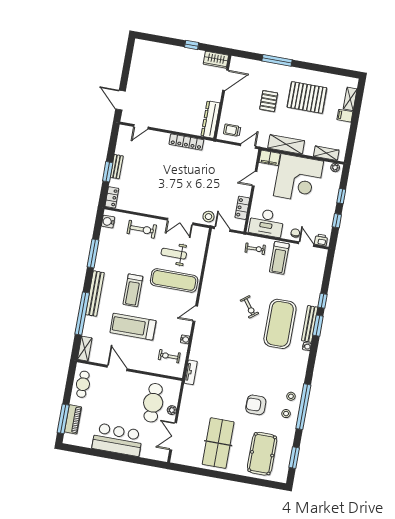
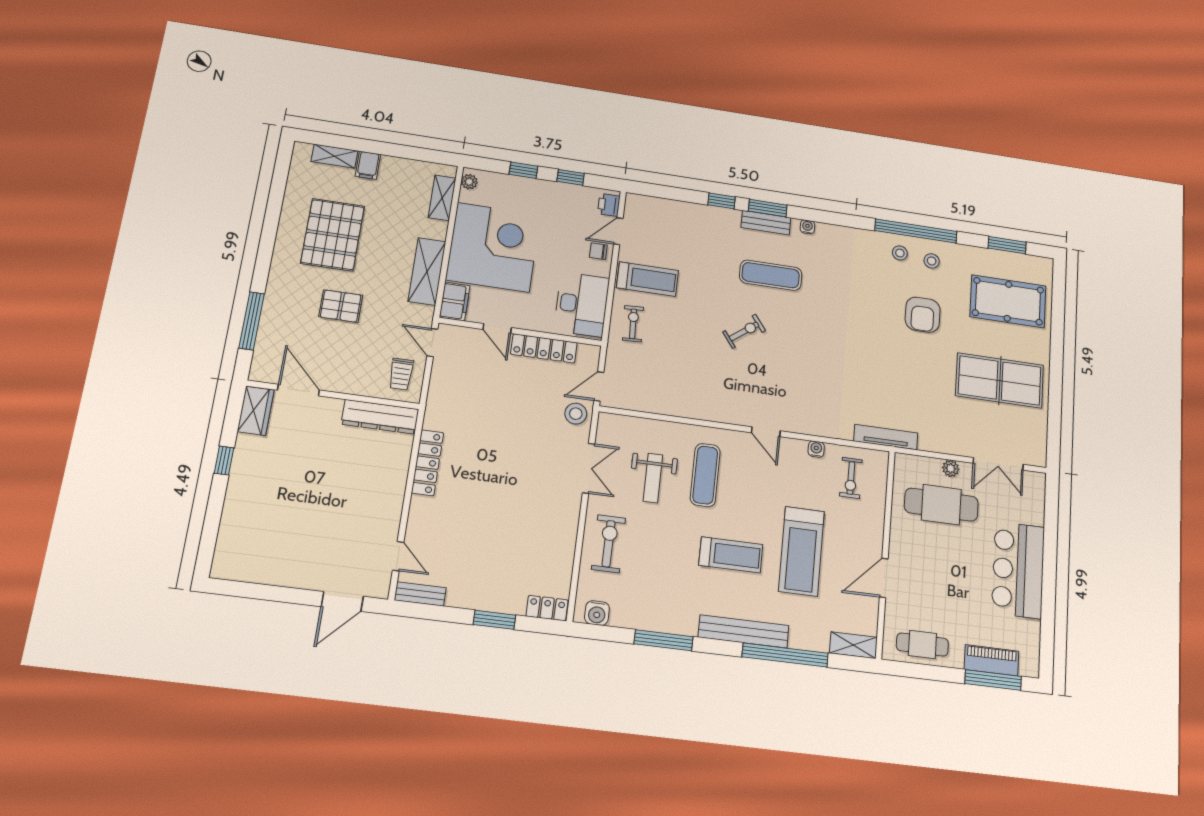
window: (277, 60) -> (252, 321), moved
bench: (117, 167) -> (420, 594), moved
locker: (242, 208) -> (544, 348), width x1.53
exercise mat: (174, 280) -> (705, 475), width x0.73, depth x0.69
exercise mat: (280, 324) -> (771, 275), width x0.50, depth x0.69
bench: (310, 324) -> (766, 223), width x0.73
tv unit: (191, 372) -> (886, 437), width x1.41

